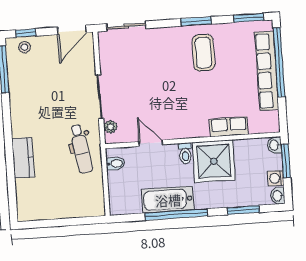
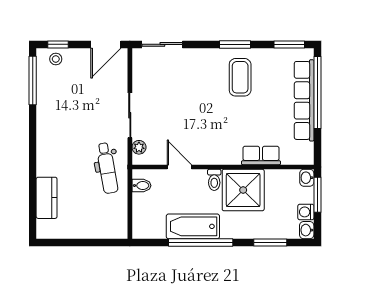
kitchen counter: (23, 158) -> (47, 198), moved

